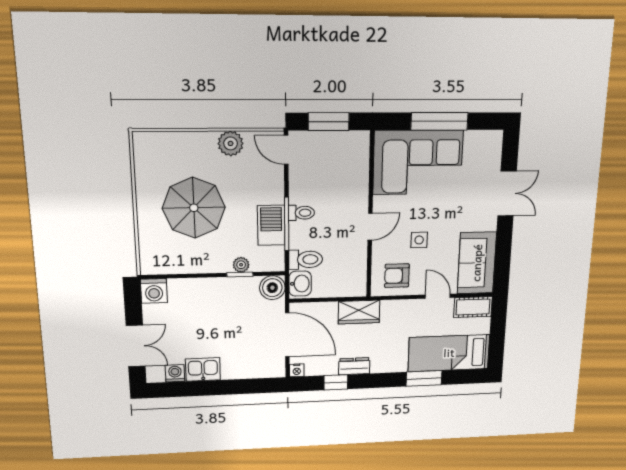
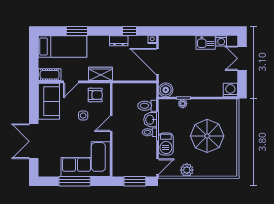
door: (286, 150) -> (158, 167), hinge flipped
double door: (507, 193) -> (34, 141), width x1.37
barbecue: (271, 225) -> (166, 144), moved
washbasin: (300, 284) -> (150, 120), moved
door: (438, 296) -> (71, 82), hinge flipped
wardrobe: (359, 312) -> (101, 74), moved

